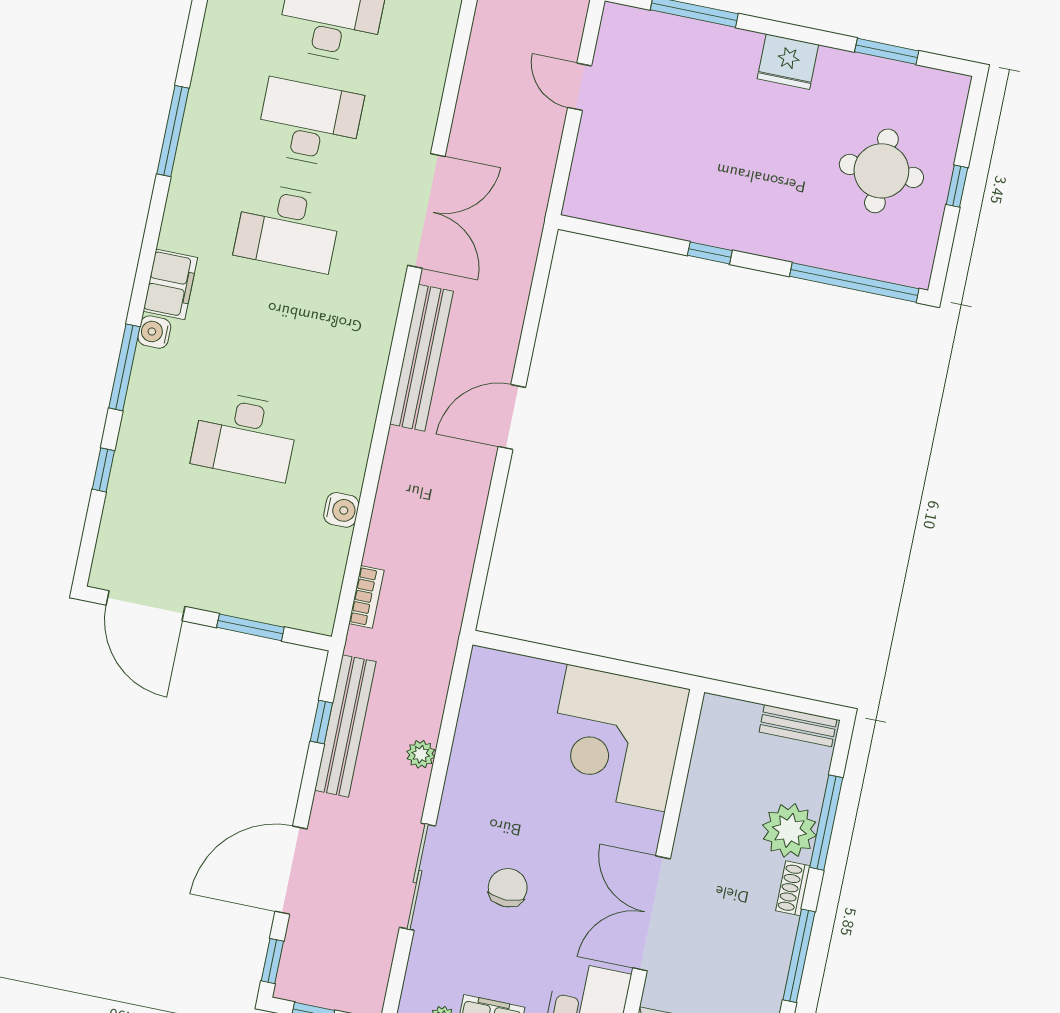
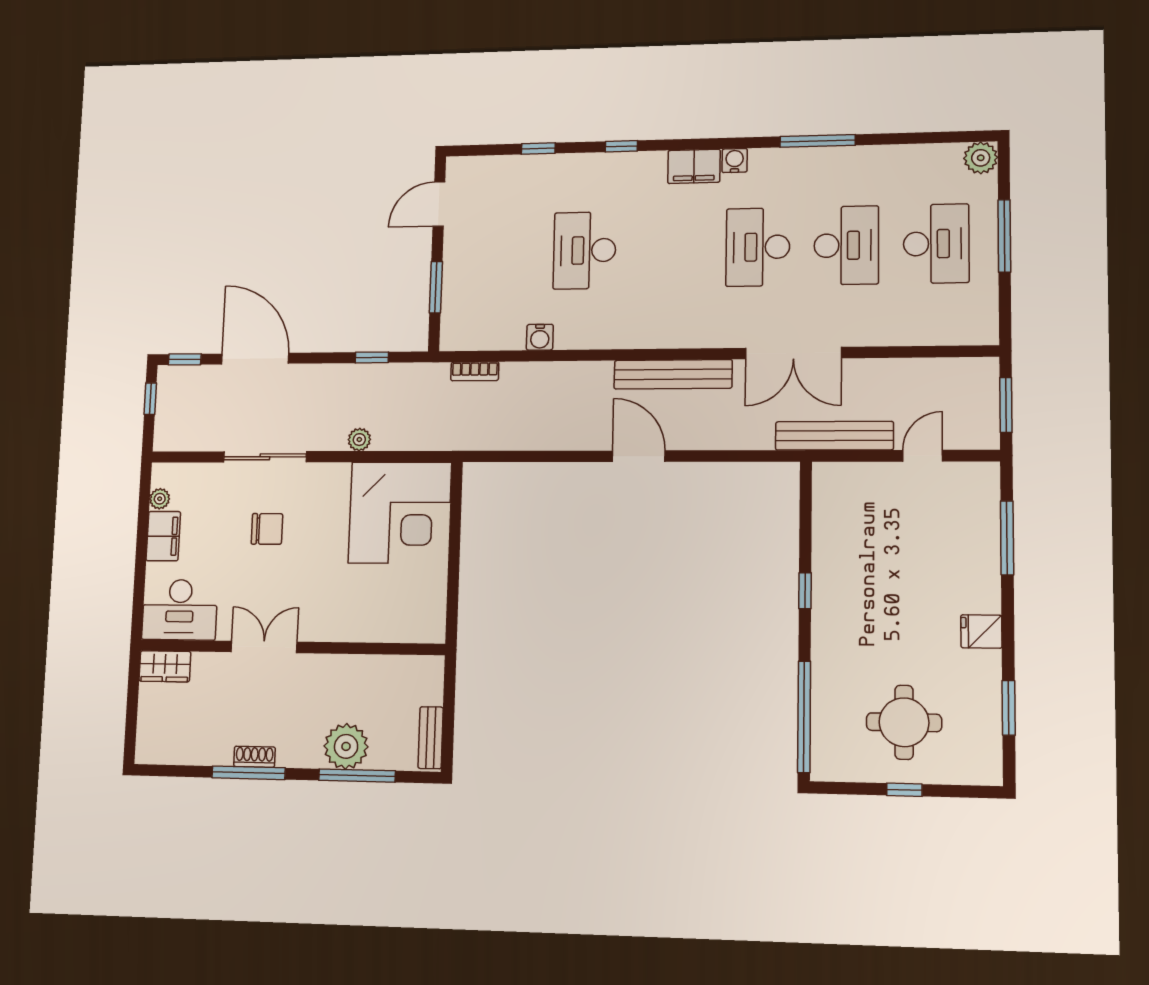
fridge: (788, 62) -> (981, 631), width x0.72
water cooler: (154, 332) -> (735, 160), moved
window: (124, 367) -> (621, 146), width x0.46
door: (146, 606) -> (439, 204), width x0.73
bench: (345, 726) -> (834, 436), moved
corner desk: (616, 738) -> (400, 513), moved, turned 180
shoe rack: (793, 888) -> (255, 757), moved
double door: (651, 913) -> (264, 647), width x0.73

